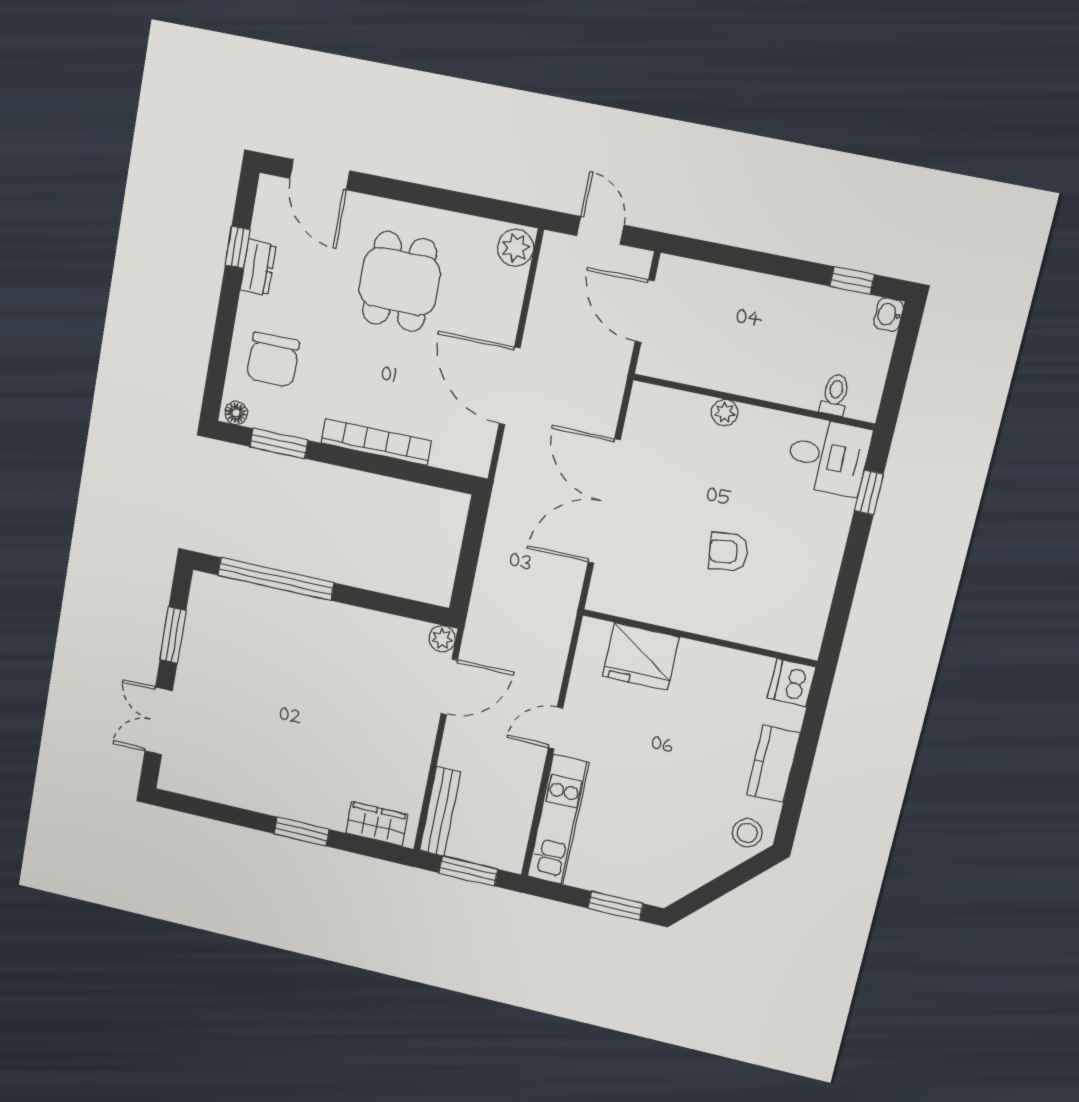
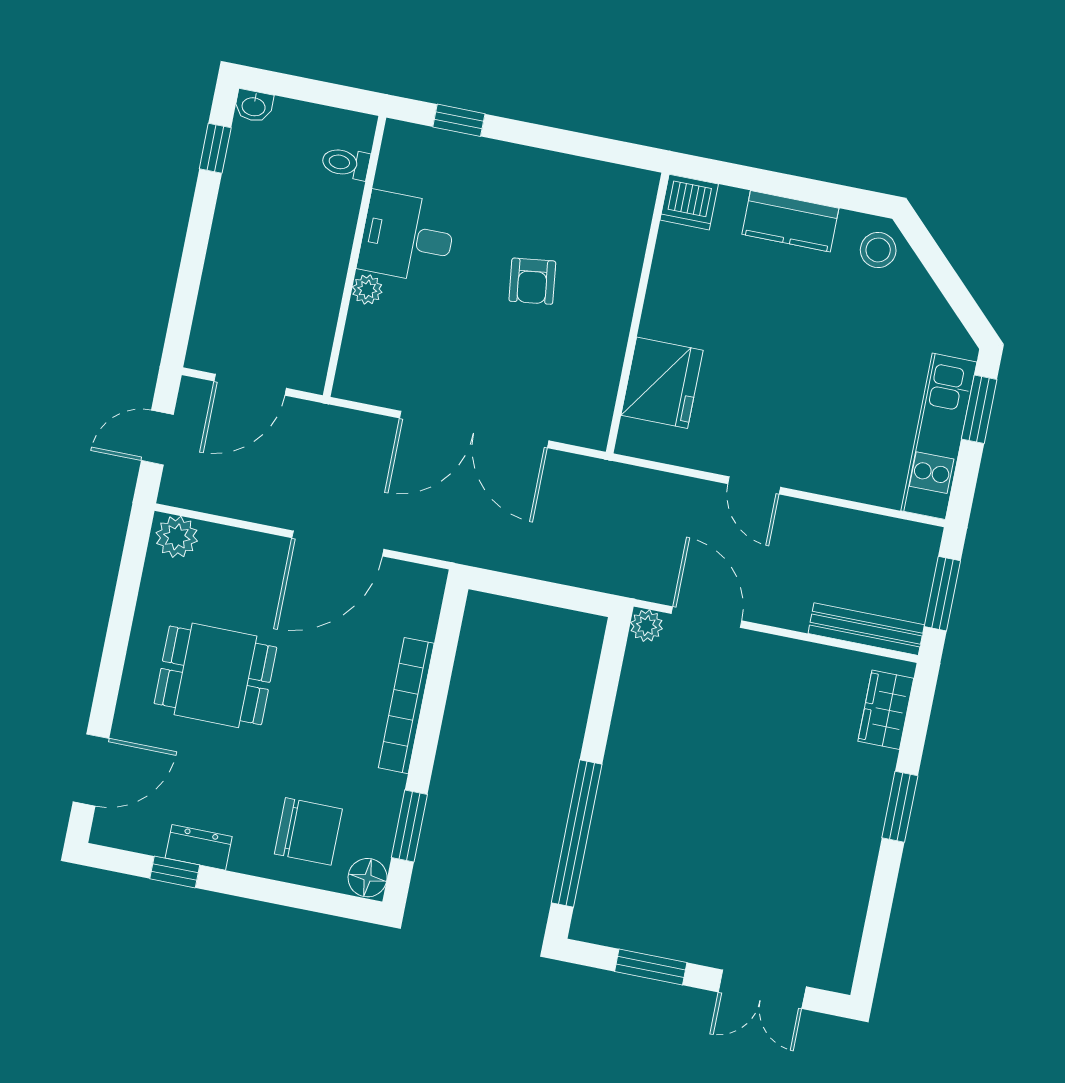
floor lamp: (236, 413) -> (368, 878), width x1.37, depth x1.37
desk: (828, 457) -> (407, 237), moved, turned -90
kitchen unit: (558, 820) -> (939, 436), moved, turned -90

